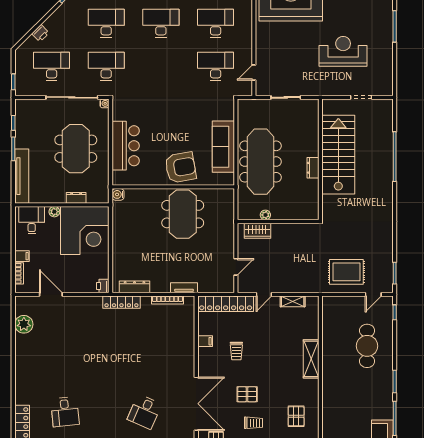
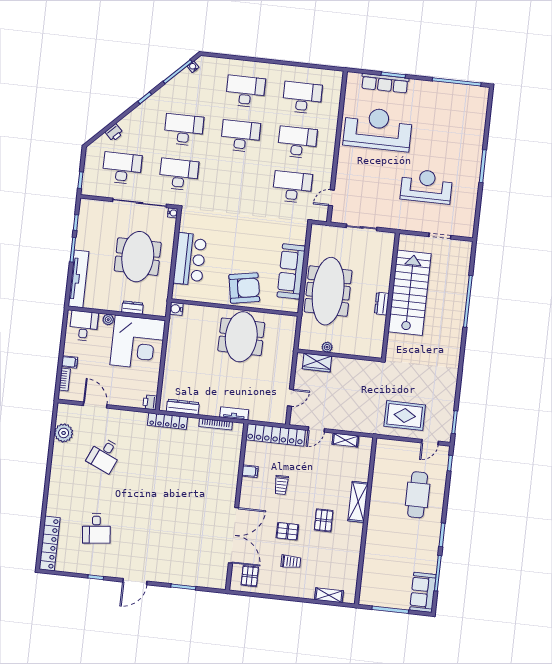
desk: (145, 412) -> (104, 455), moved
pallet: (296, 416) -> (324, 520), moved

